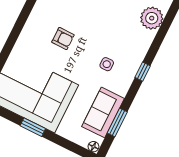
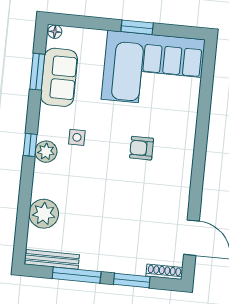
plant: (133, 62) -> (46, 152), added

